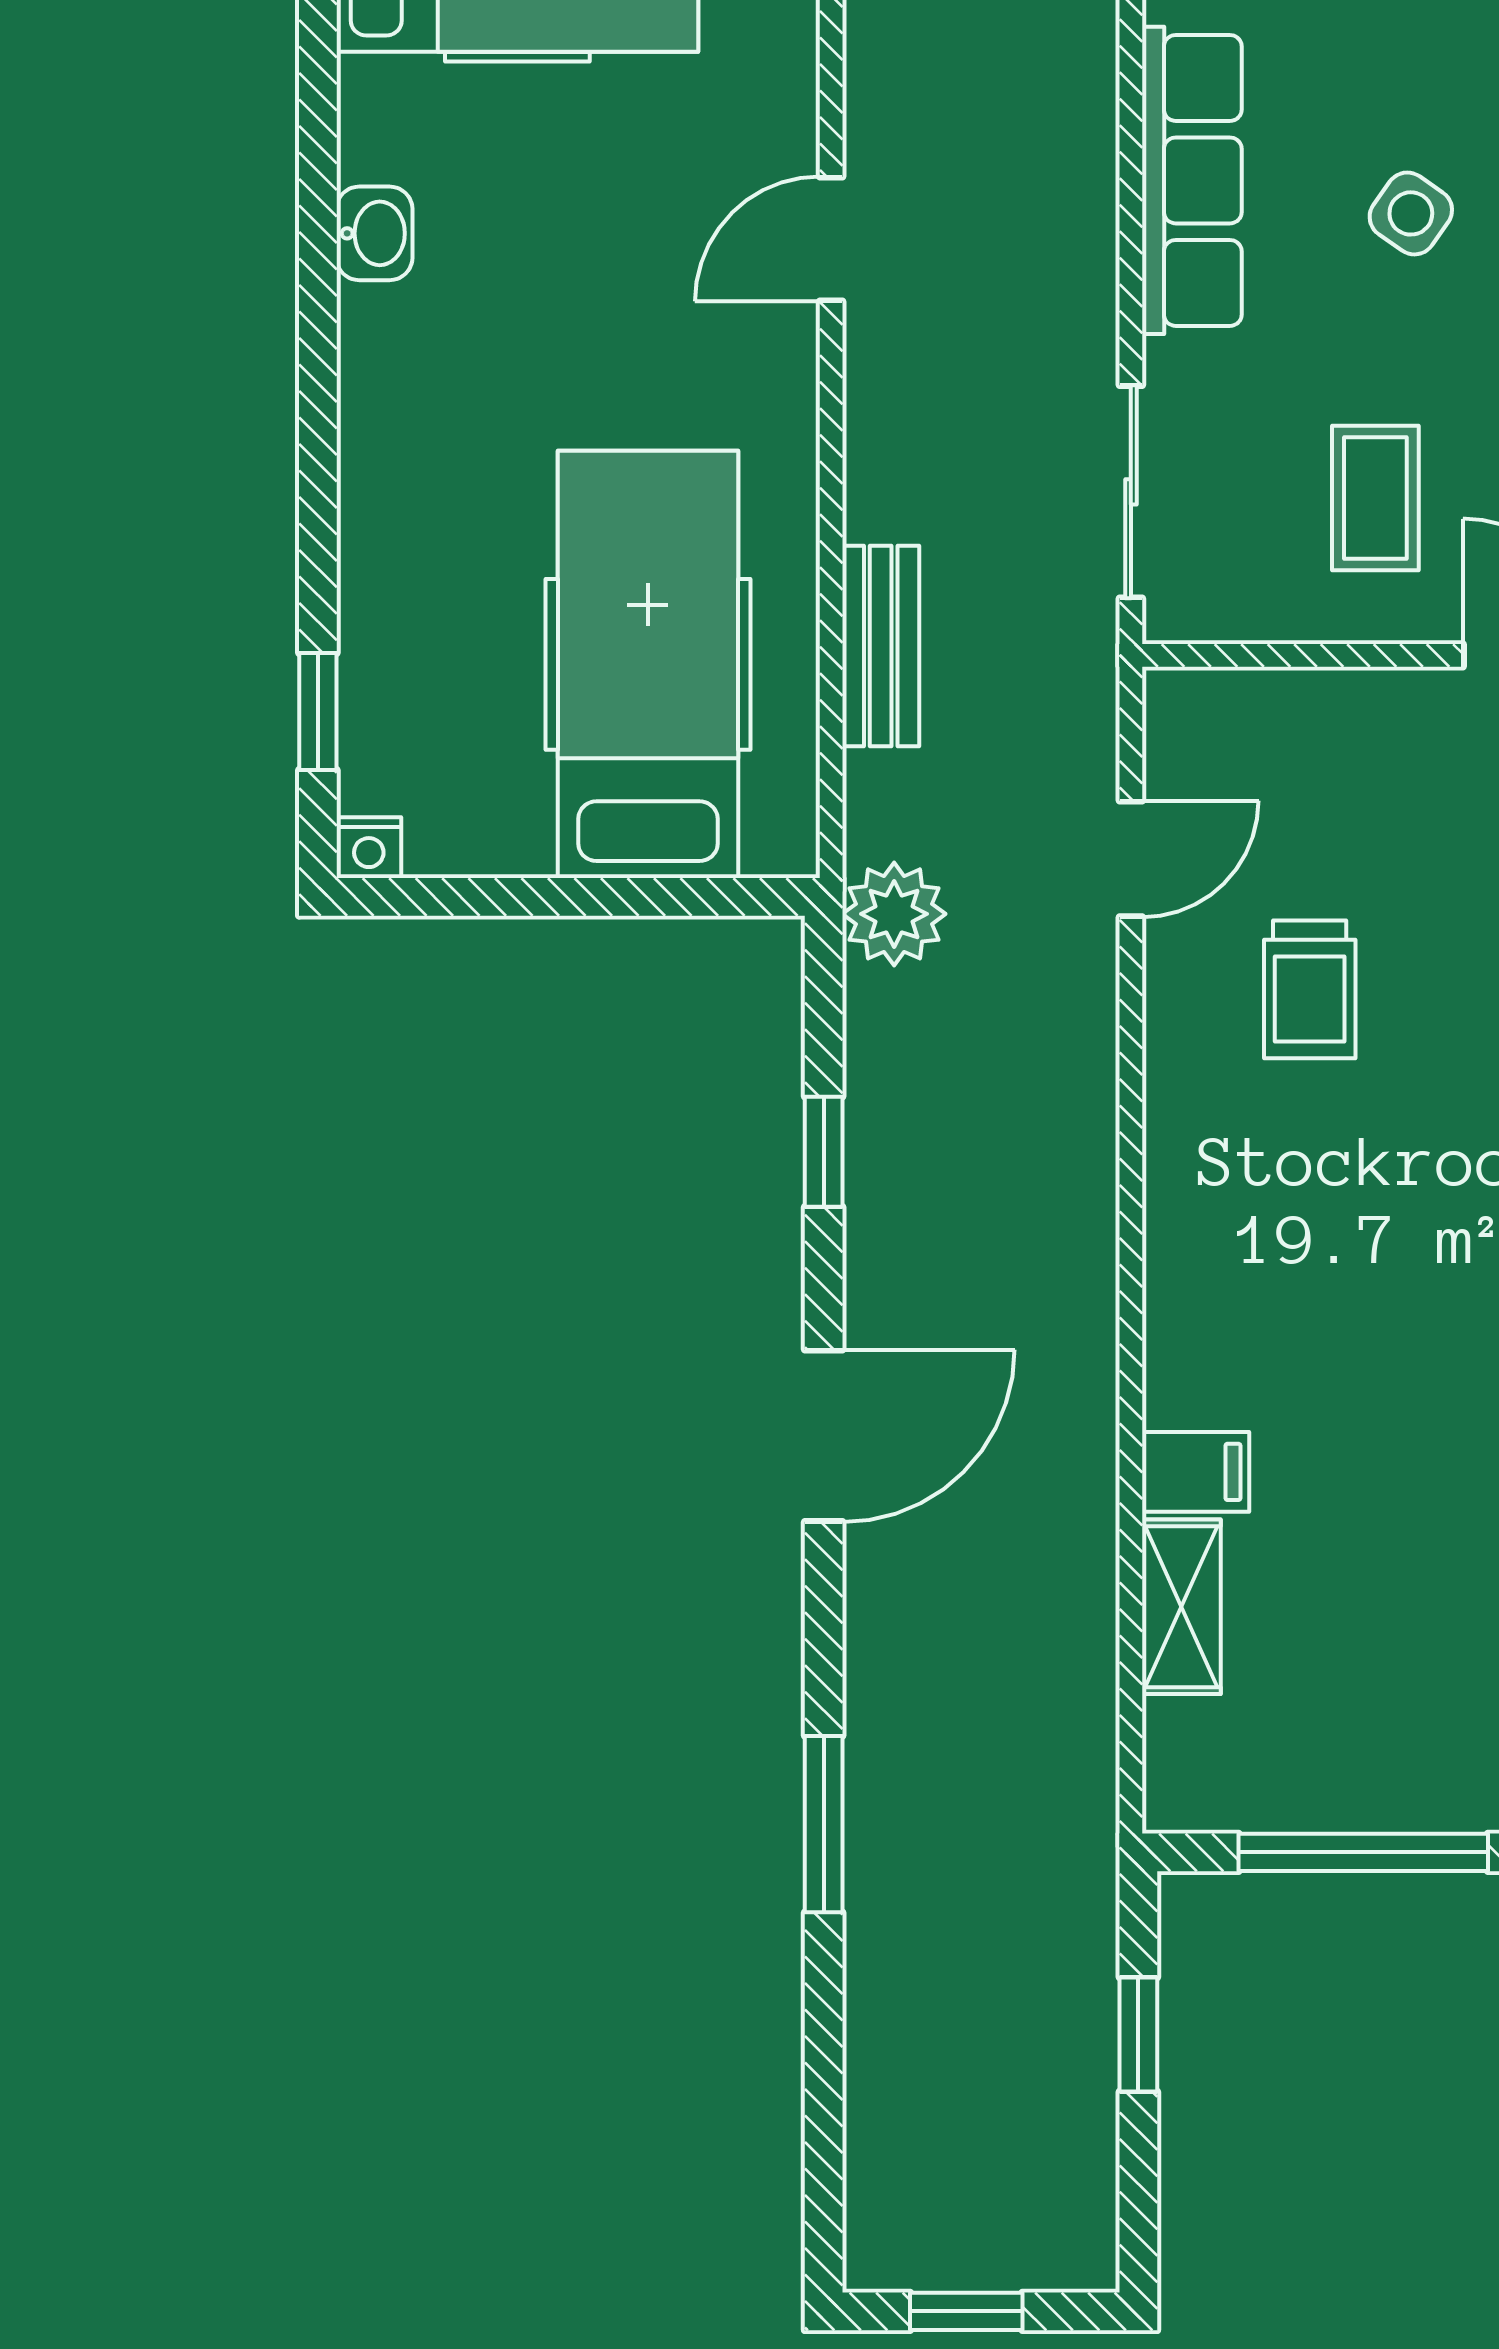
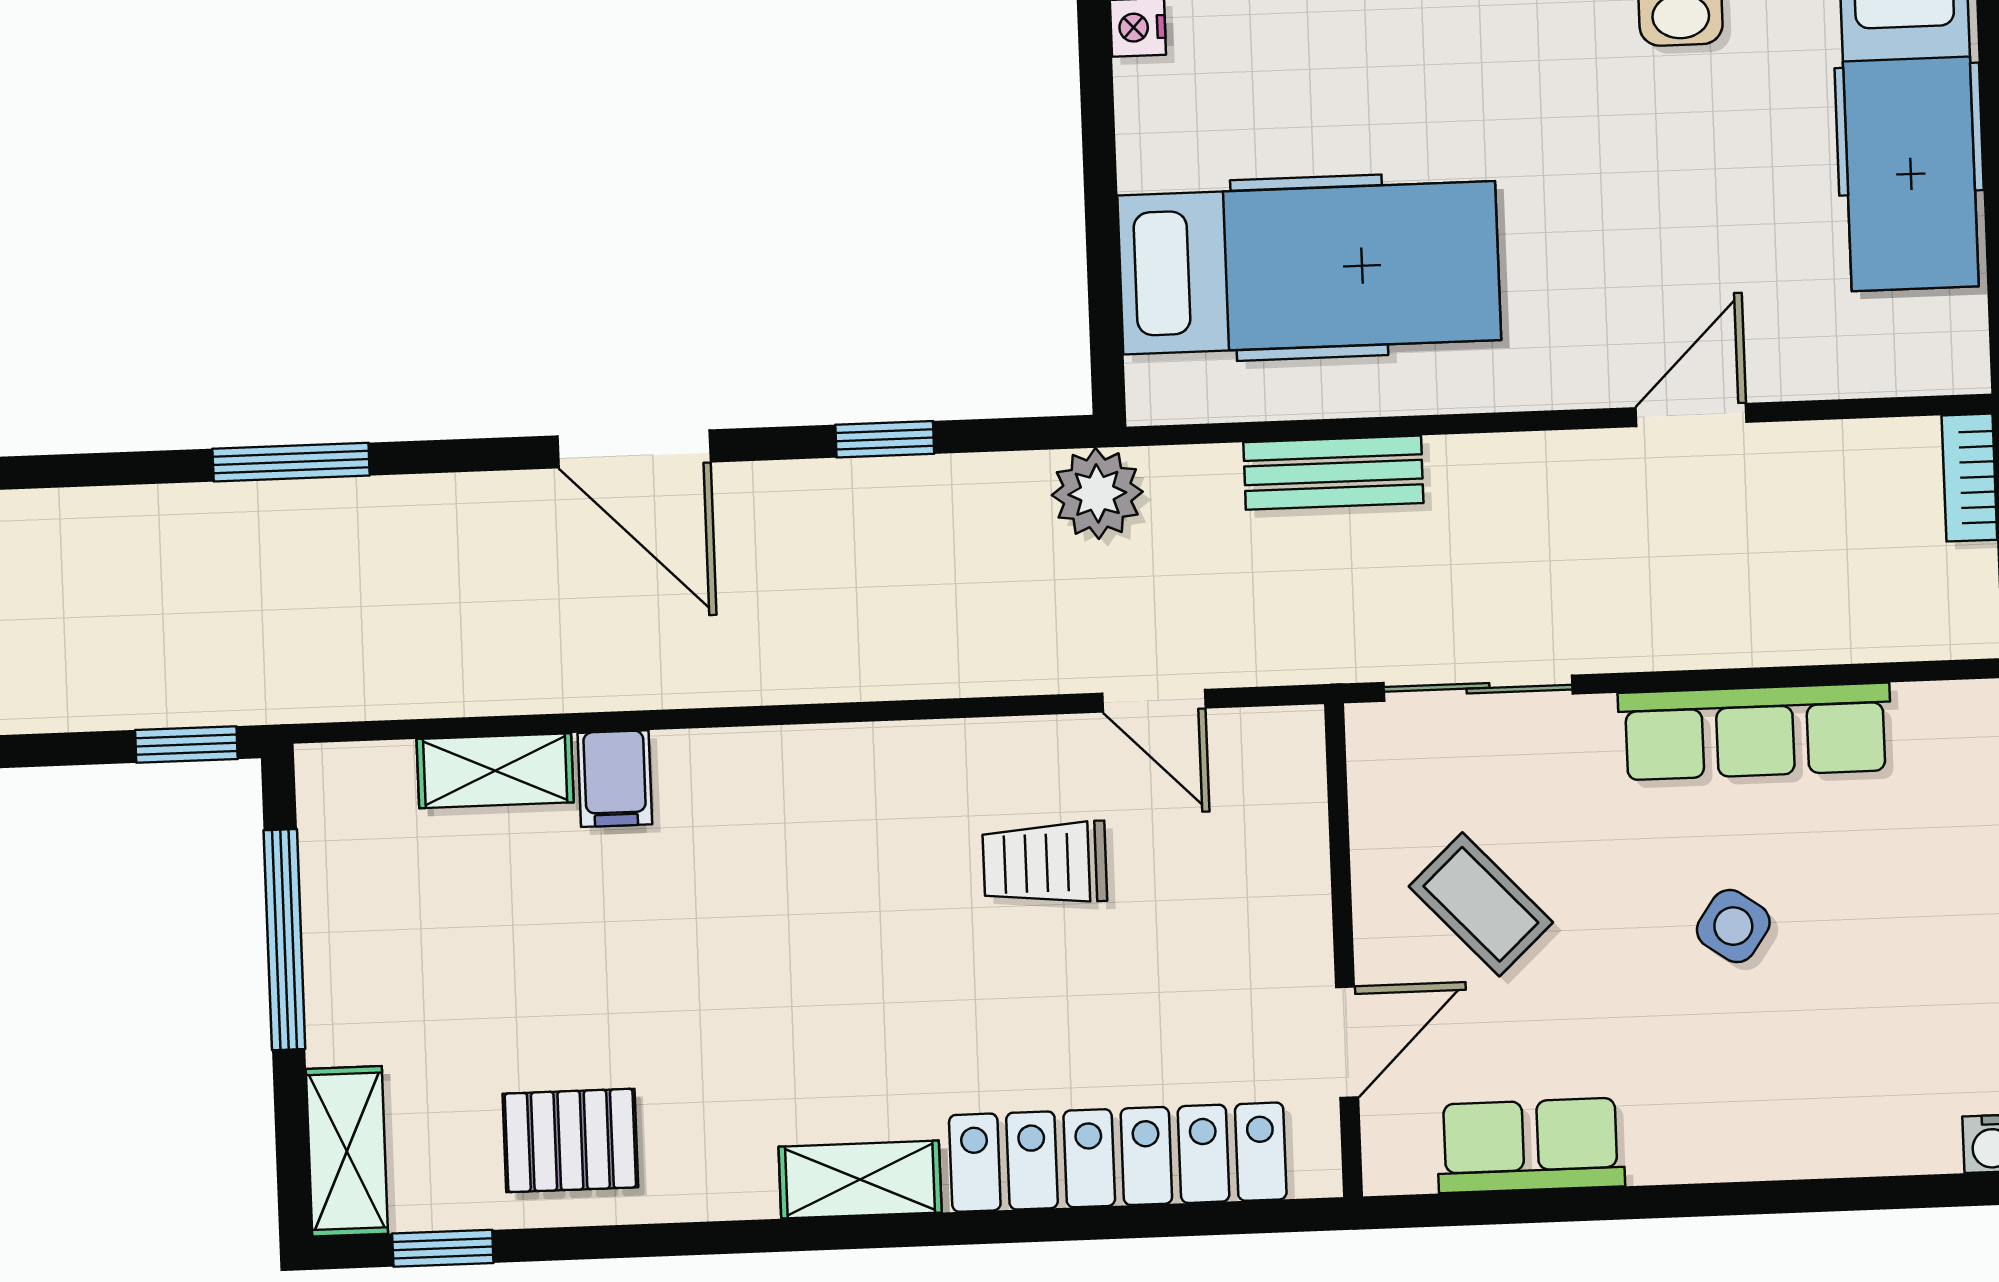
door: (831, 239) -> (1691, 415), hinge flipped
coffee table: (1375, 498) -> (1481, 904), turned 47
window: (1138, 2035) -> (186, 744), moved

